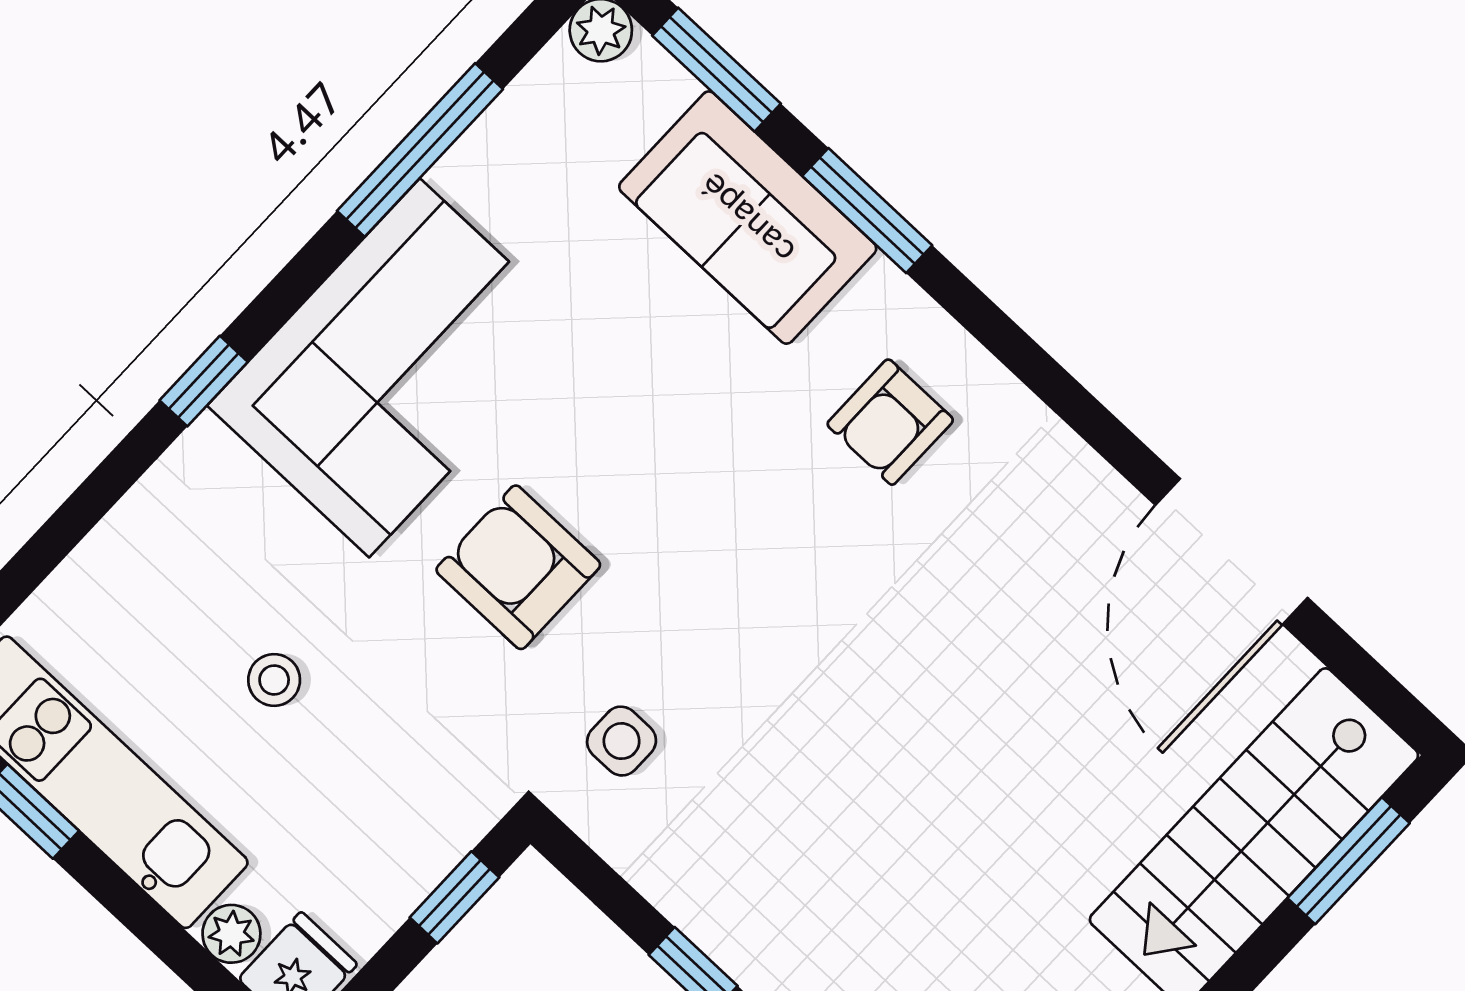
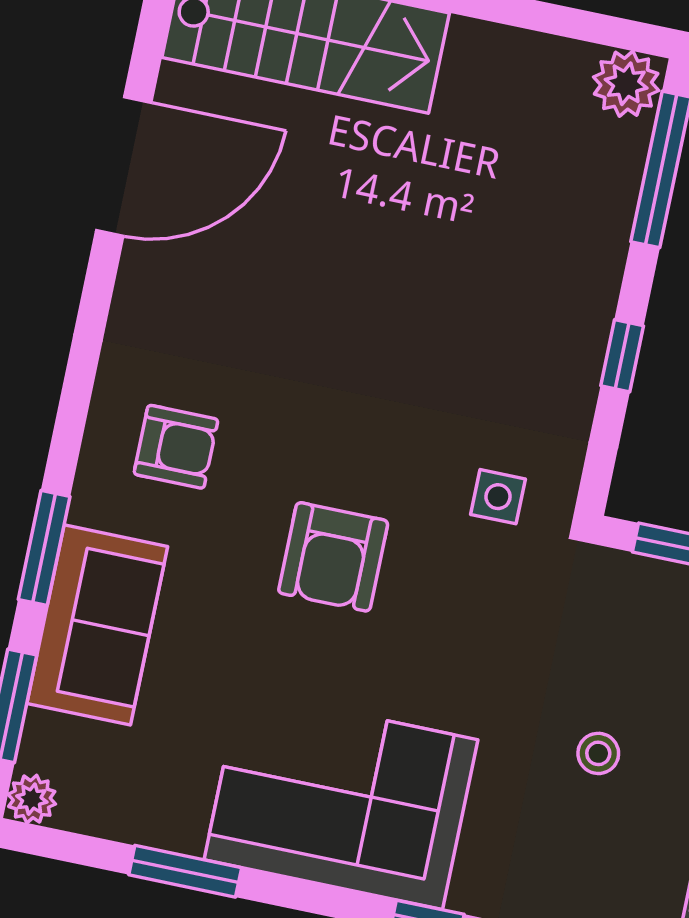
window: (420, 150) -> (185, 871), width x0.69
armchair: (518, 567) -> (333, 557), moved

